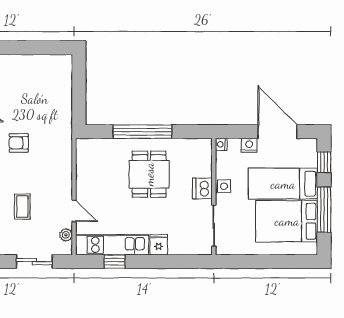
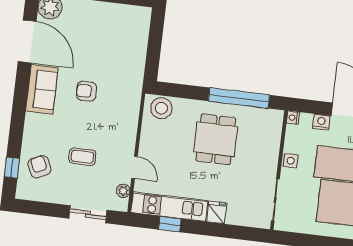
window: (143, 132) -> (239, 98), moved
stool: (93, 151) -> (161, 108), added
dishwasher: (202, 188) -> (268, 160), removed
coffee table: (22, 207) -> (82, 157), turned 90

